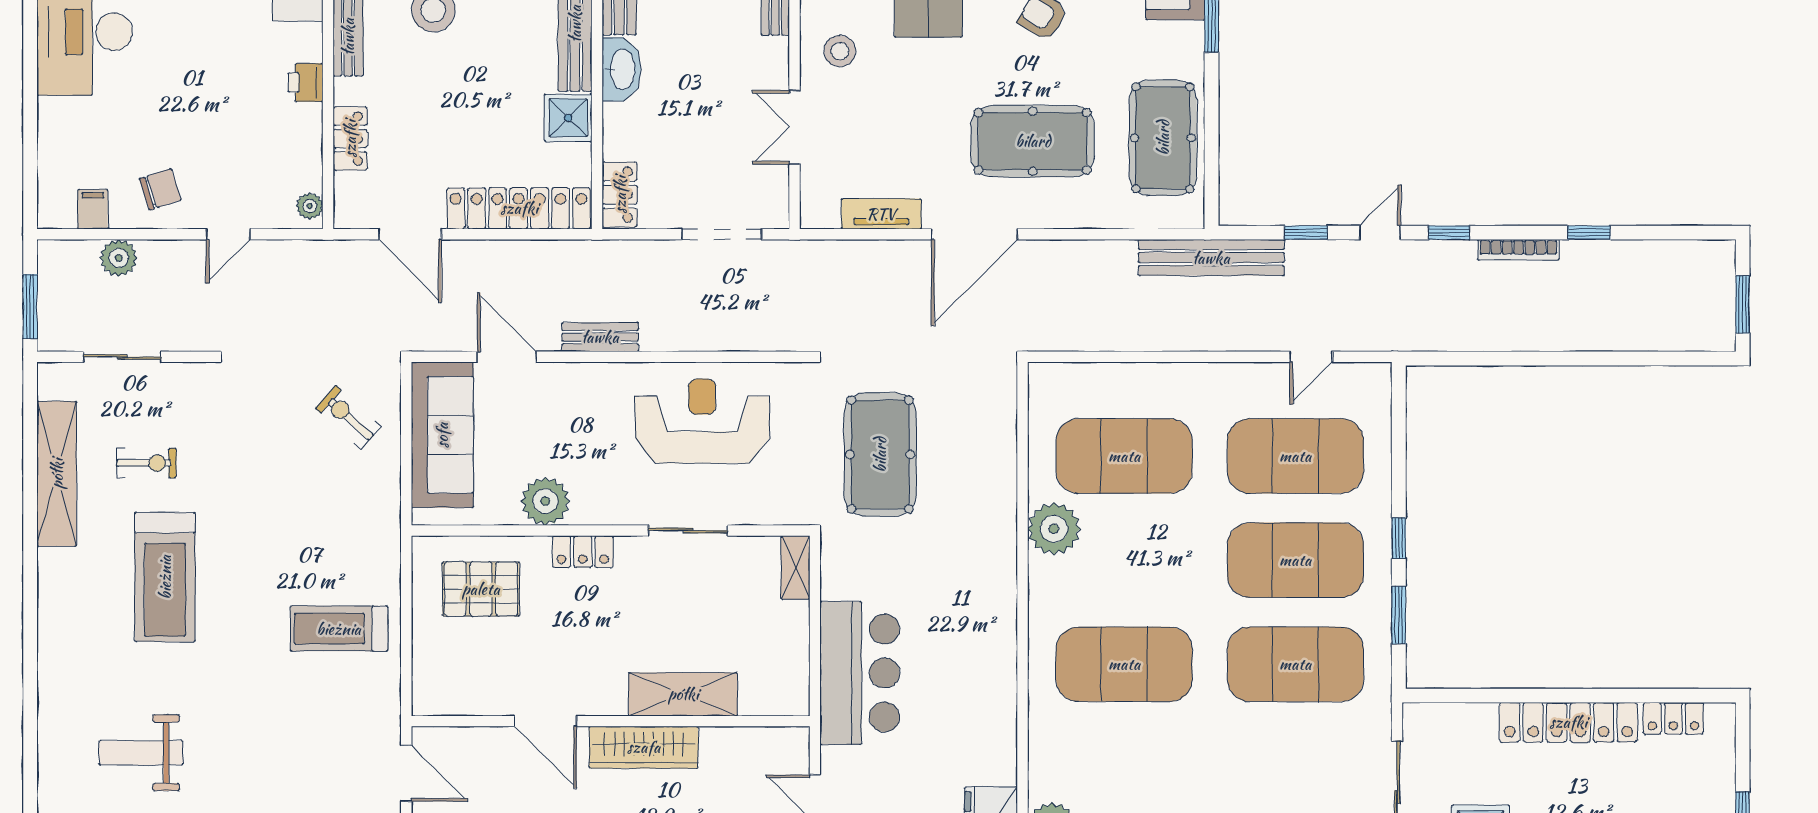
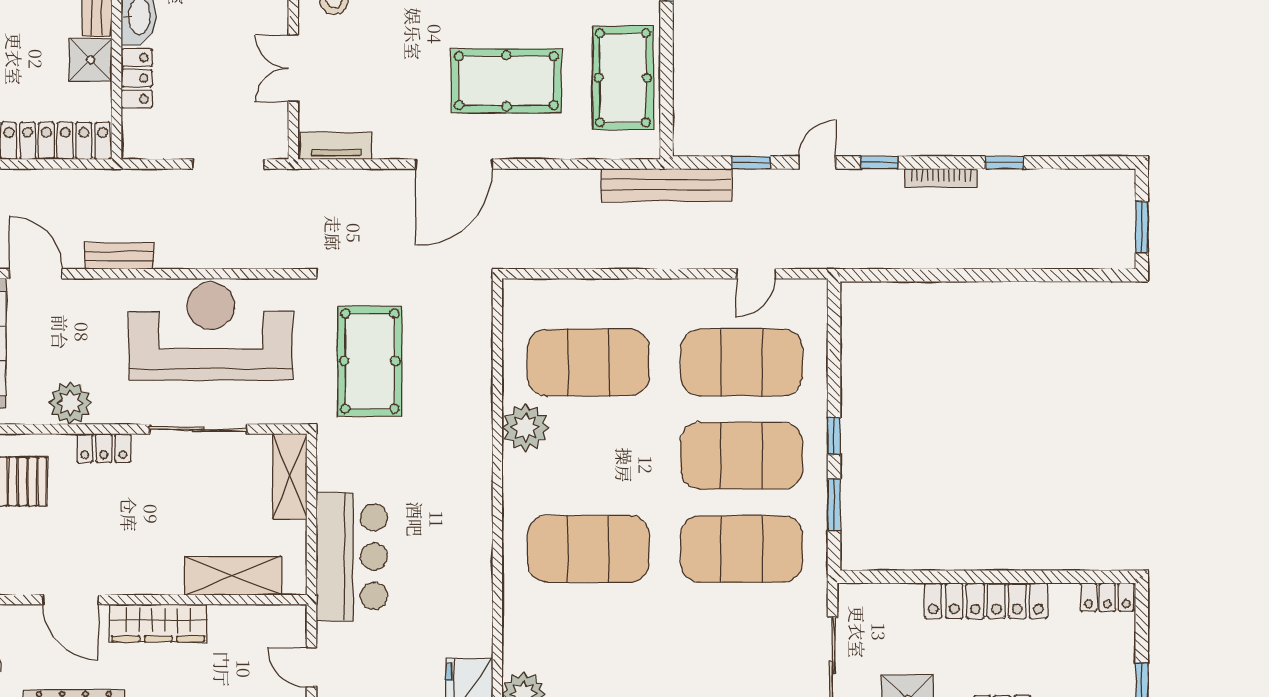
locker: (620, 195) -> (137, 78), moved
tv unit: (881, 214) -> (336, 146), moved
reception desk: (702, 421) -> (211, 331), width x1.36, depth x1.30
sliding door: (688, 530) -> (198, 429), width x1.37
shelving: (795, 567) -> (290, 476), width x1.50, depth x1.33
shelving: (683, 694) -> (233, 576), moved
locker: (1673, 718) -> (1107, 597), moved

